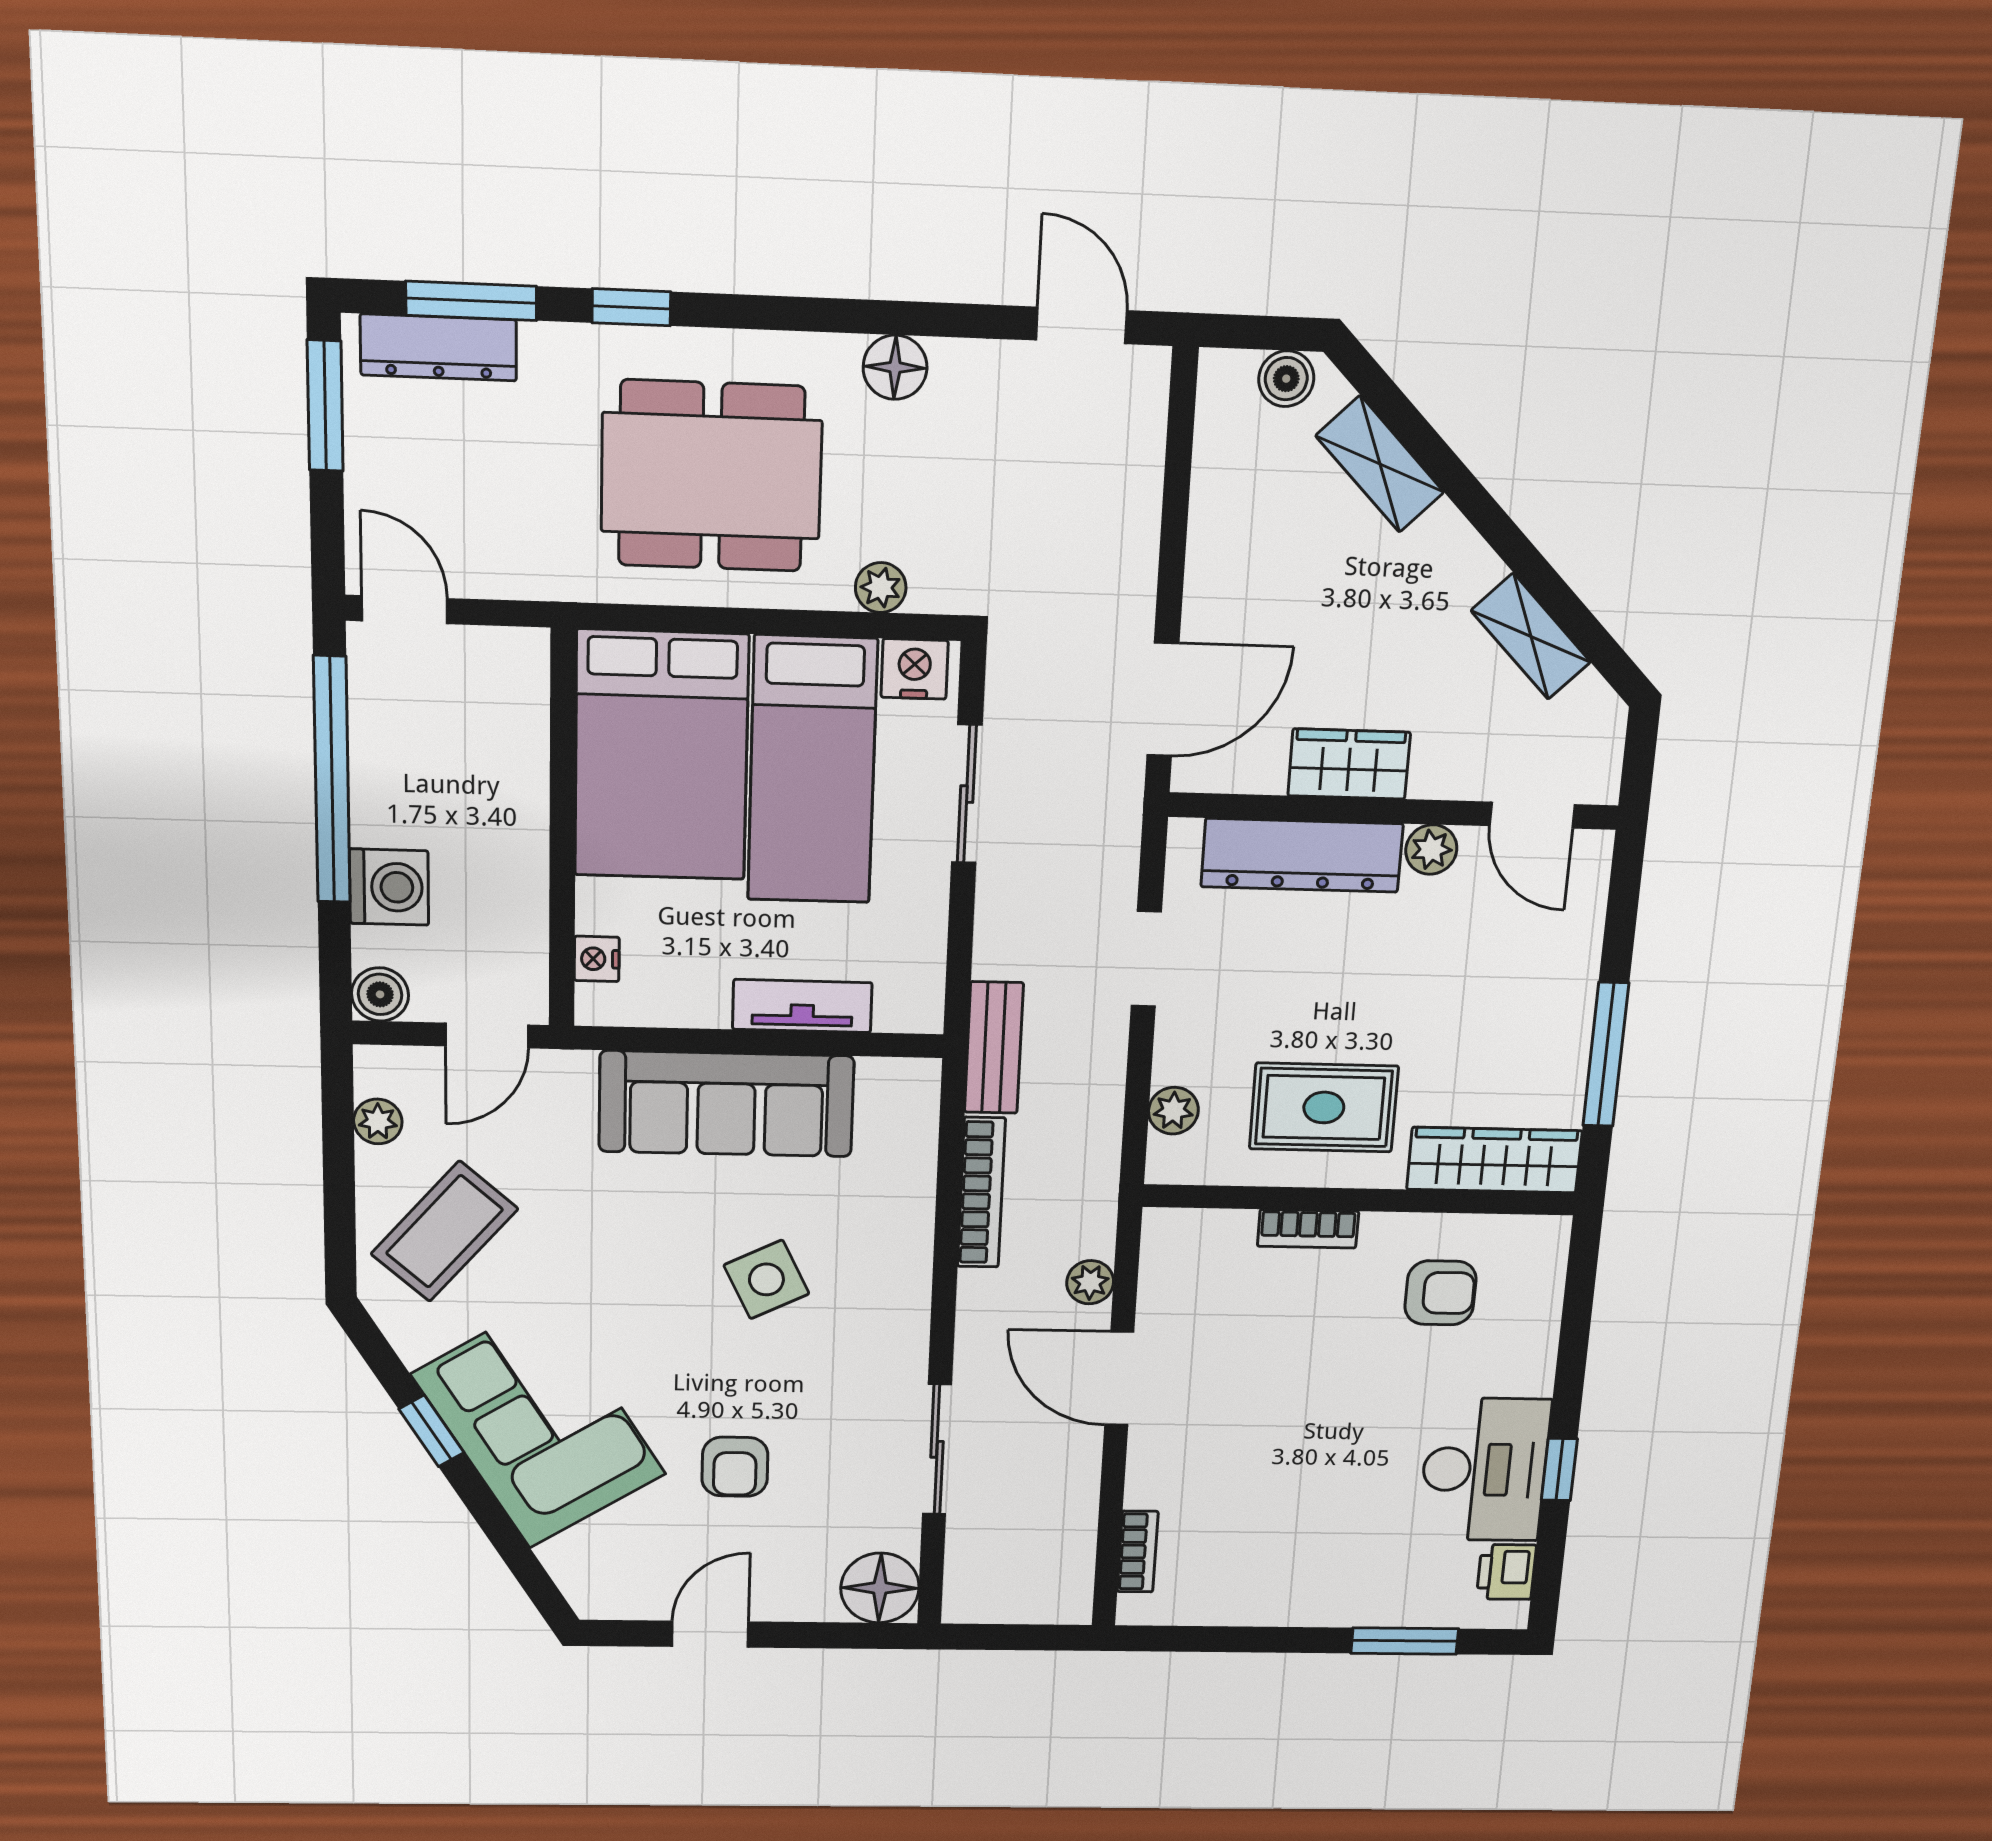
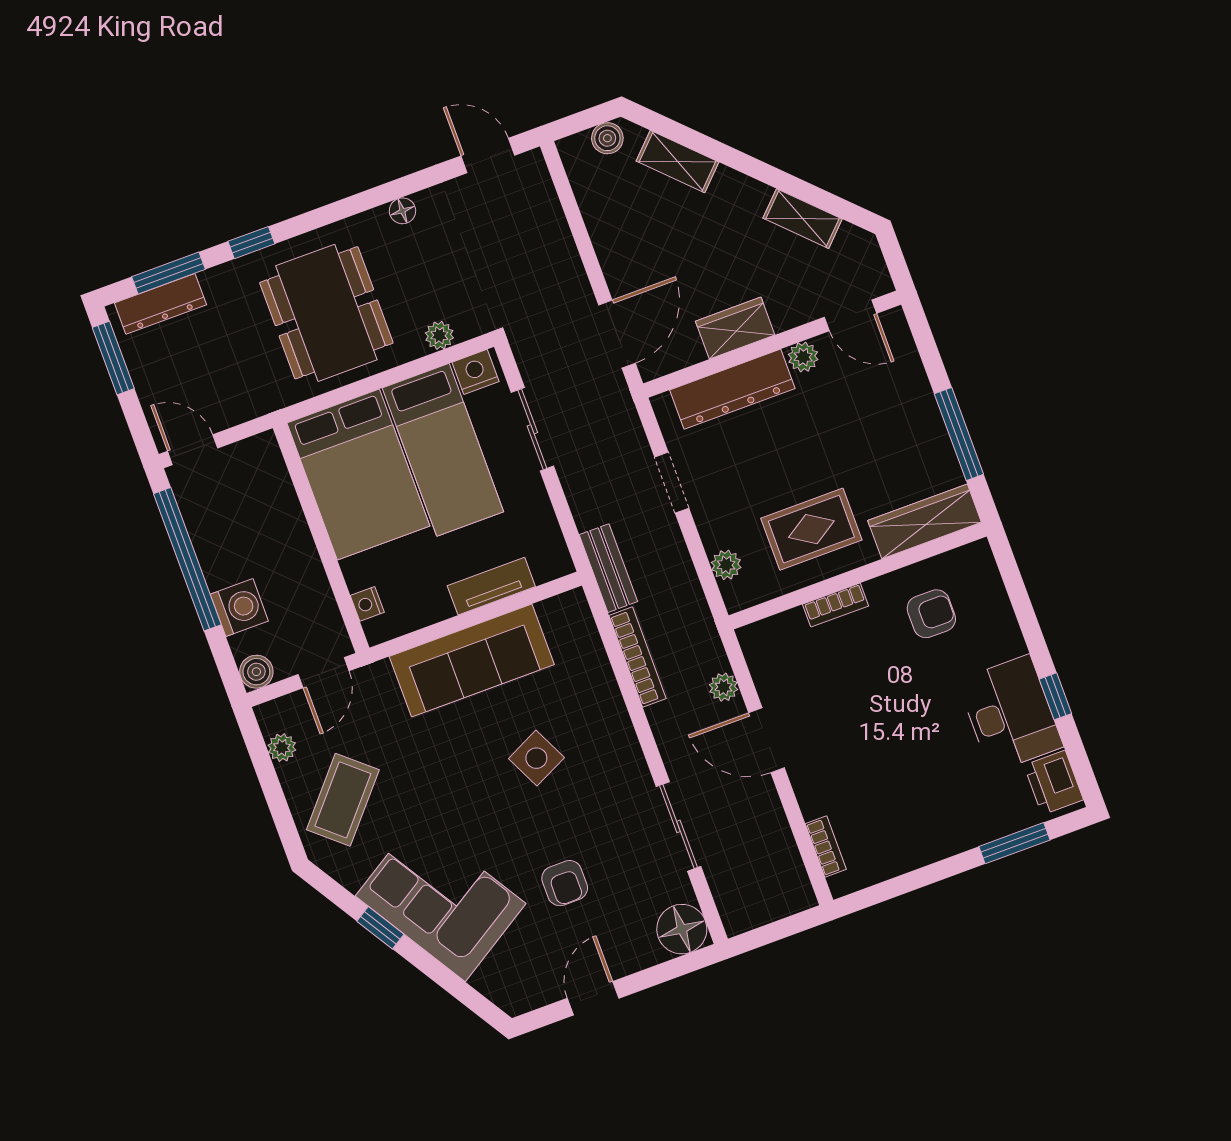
floor lamp: (895, 367) -> (402, 211), width x0.73, depth x0.73
dining table: (711, 476) -> (326, 313), turned 90
printer: (1506, 1572) -> (1054, 783), width x1.36, depth x1.24

